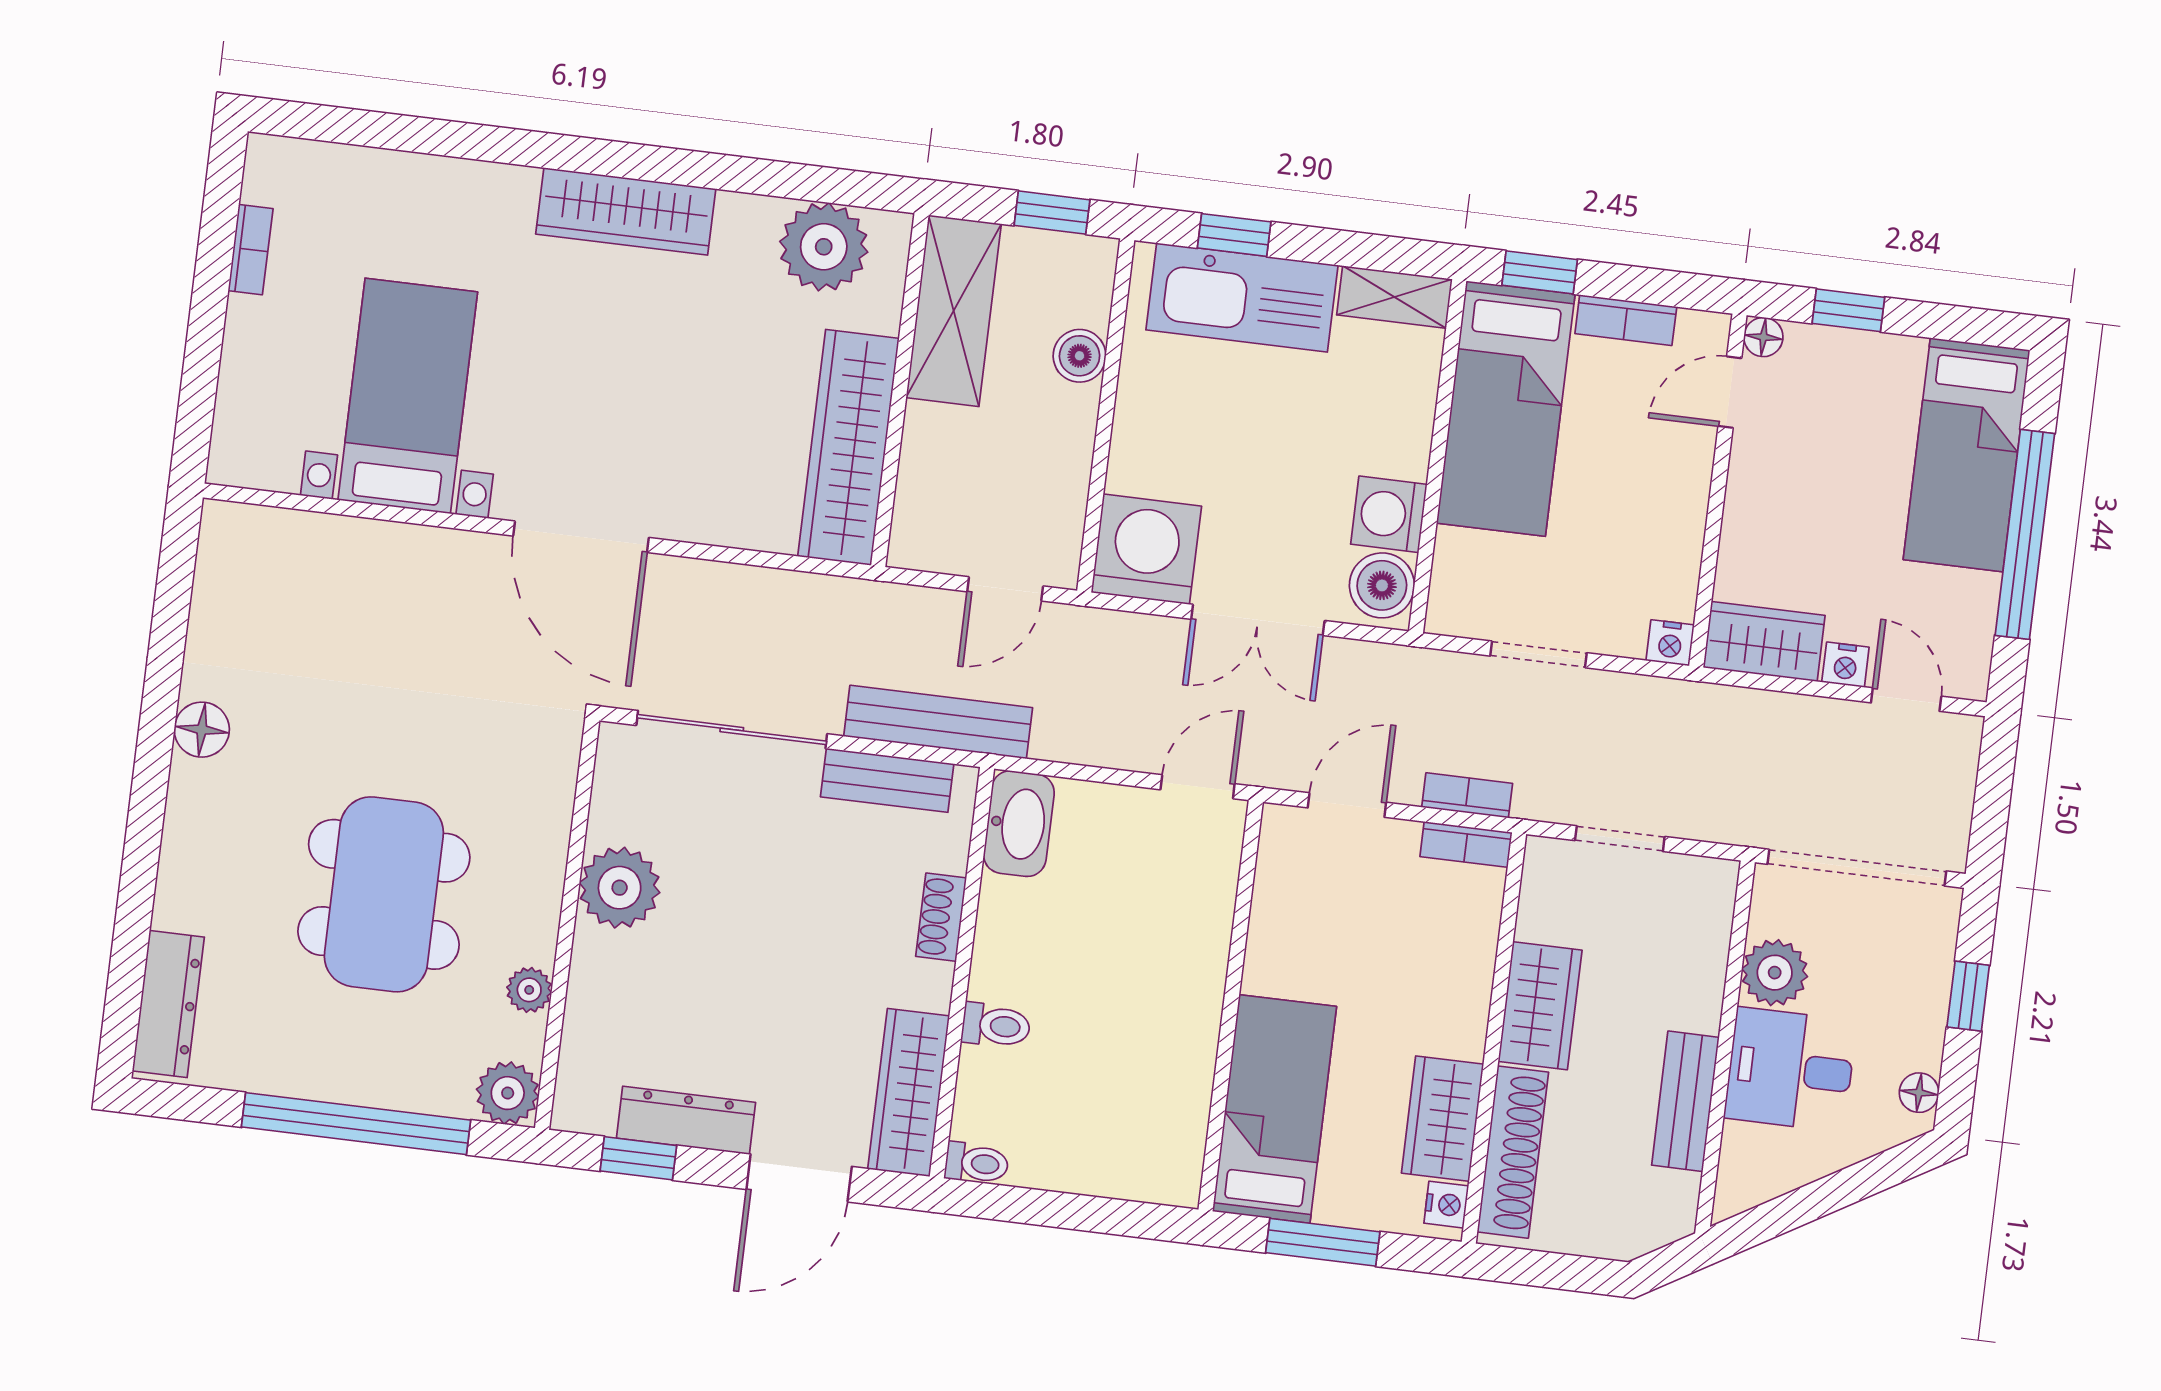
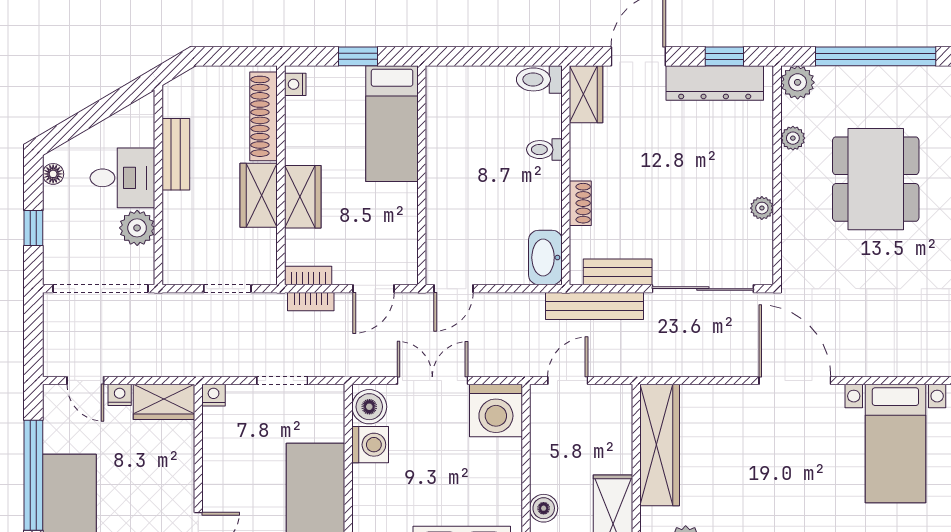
plant: (620, 888) -> (762, 208), width x0.53, depth x0.53
wardrobe: (909, 1092) -> (586, 94), width x0.67
wardrobe: (1442, 1119) -> (303, 197), moved
dresser: (686, 1120) -> (715, 83), width x1.37, depth x1.24
toilet: (977, 1163) -> (539, 79), width x1.37, depth x1.39
window: (1323, 1242) -> (358, 56), width x0.67

